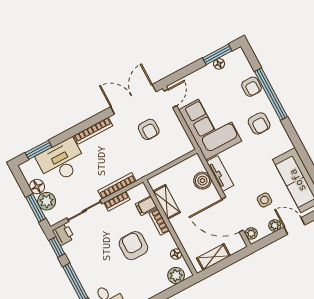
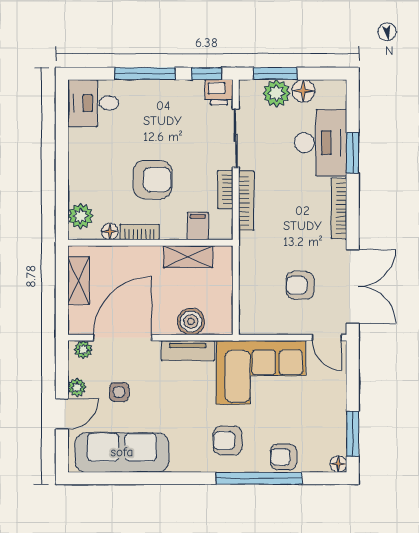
floor lamp: (219, 64) -> (338, 464), moved
window: (39, 150) -> (353, 153), moved
bookcase: (159, 222) -> (140, 232), moved

